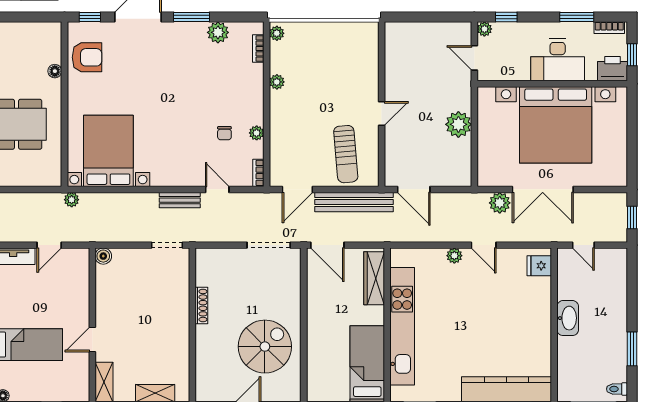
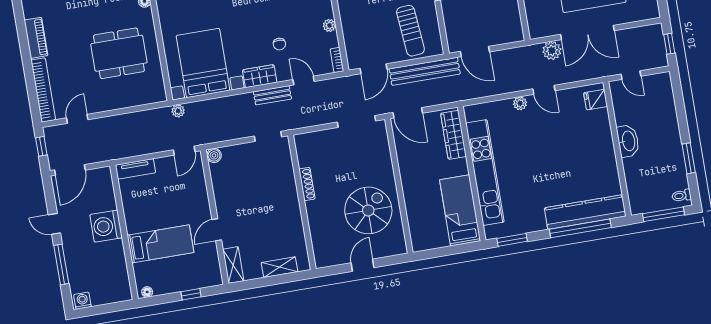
chair: (224, 133) -> (279, 44), moved
wardrobe: (169, 176) -> (260, 76), added
door: (49, 245) -> (184, 151), moved

